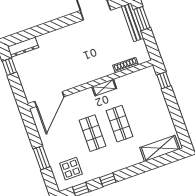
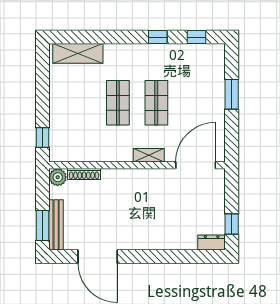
dresser: (23, 47) -> (212, 243), width x0.70
plant: (143, 56) -> (58, 177), added
shelving: (104, 88) -> (149, 155), moved
display table: (71, 169) -> (199, 68), removed

